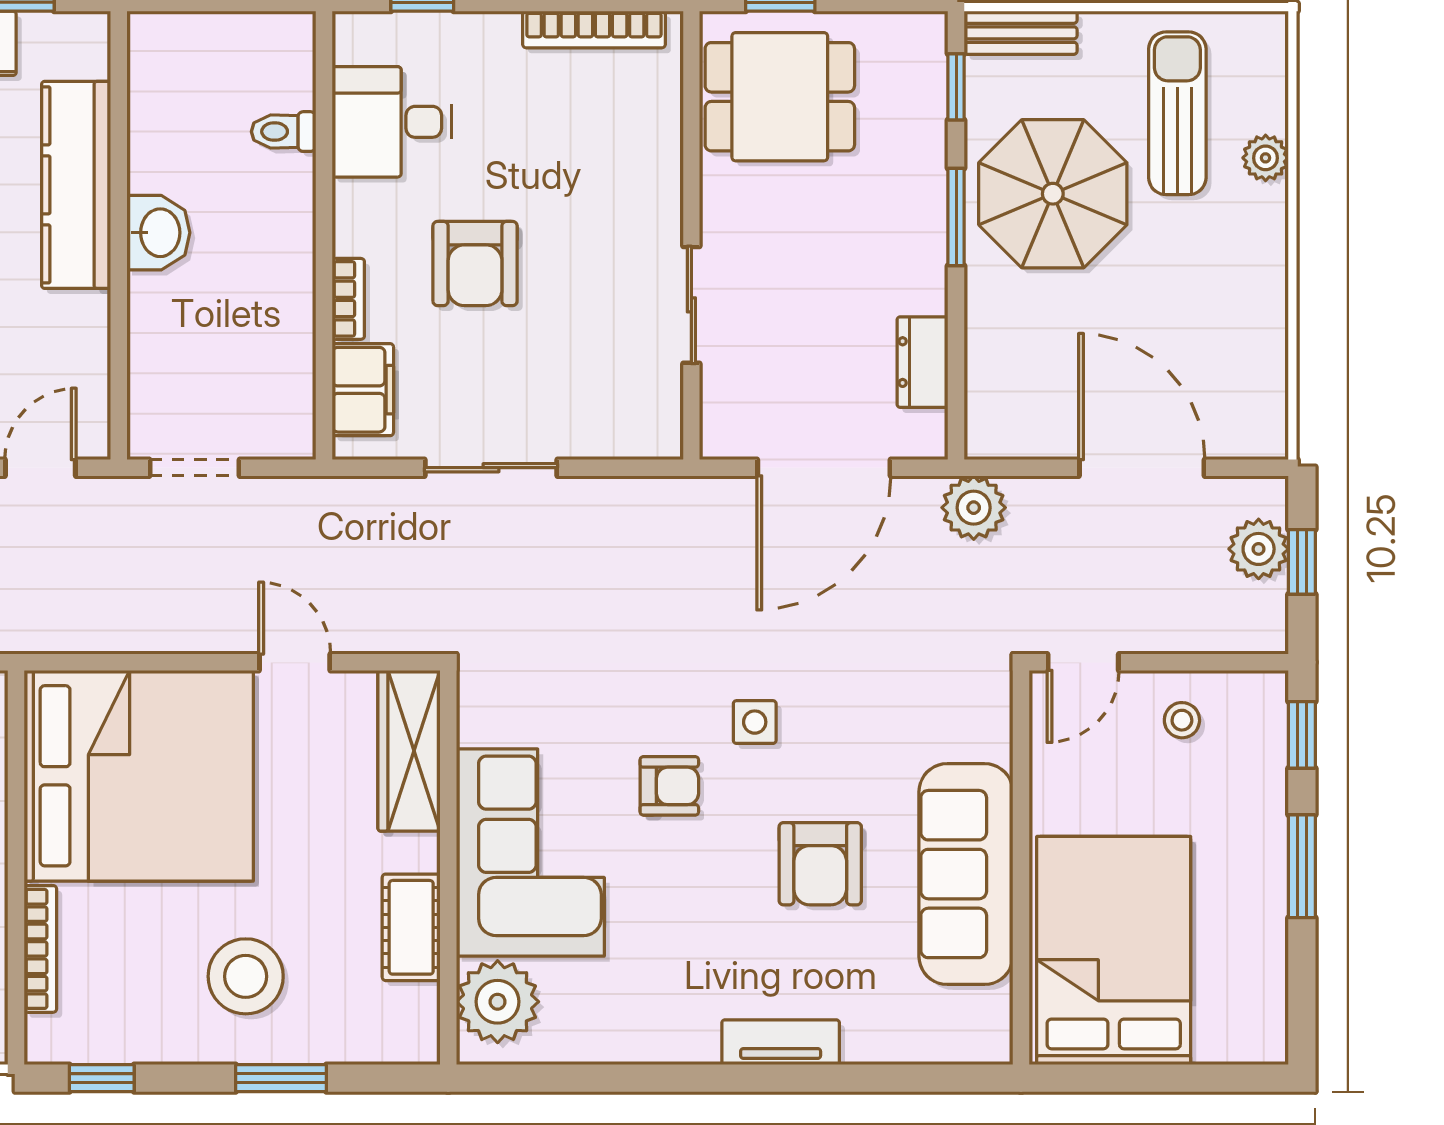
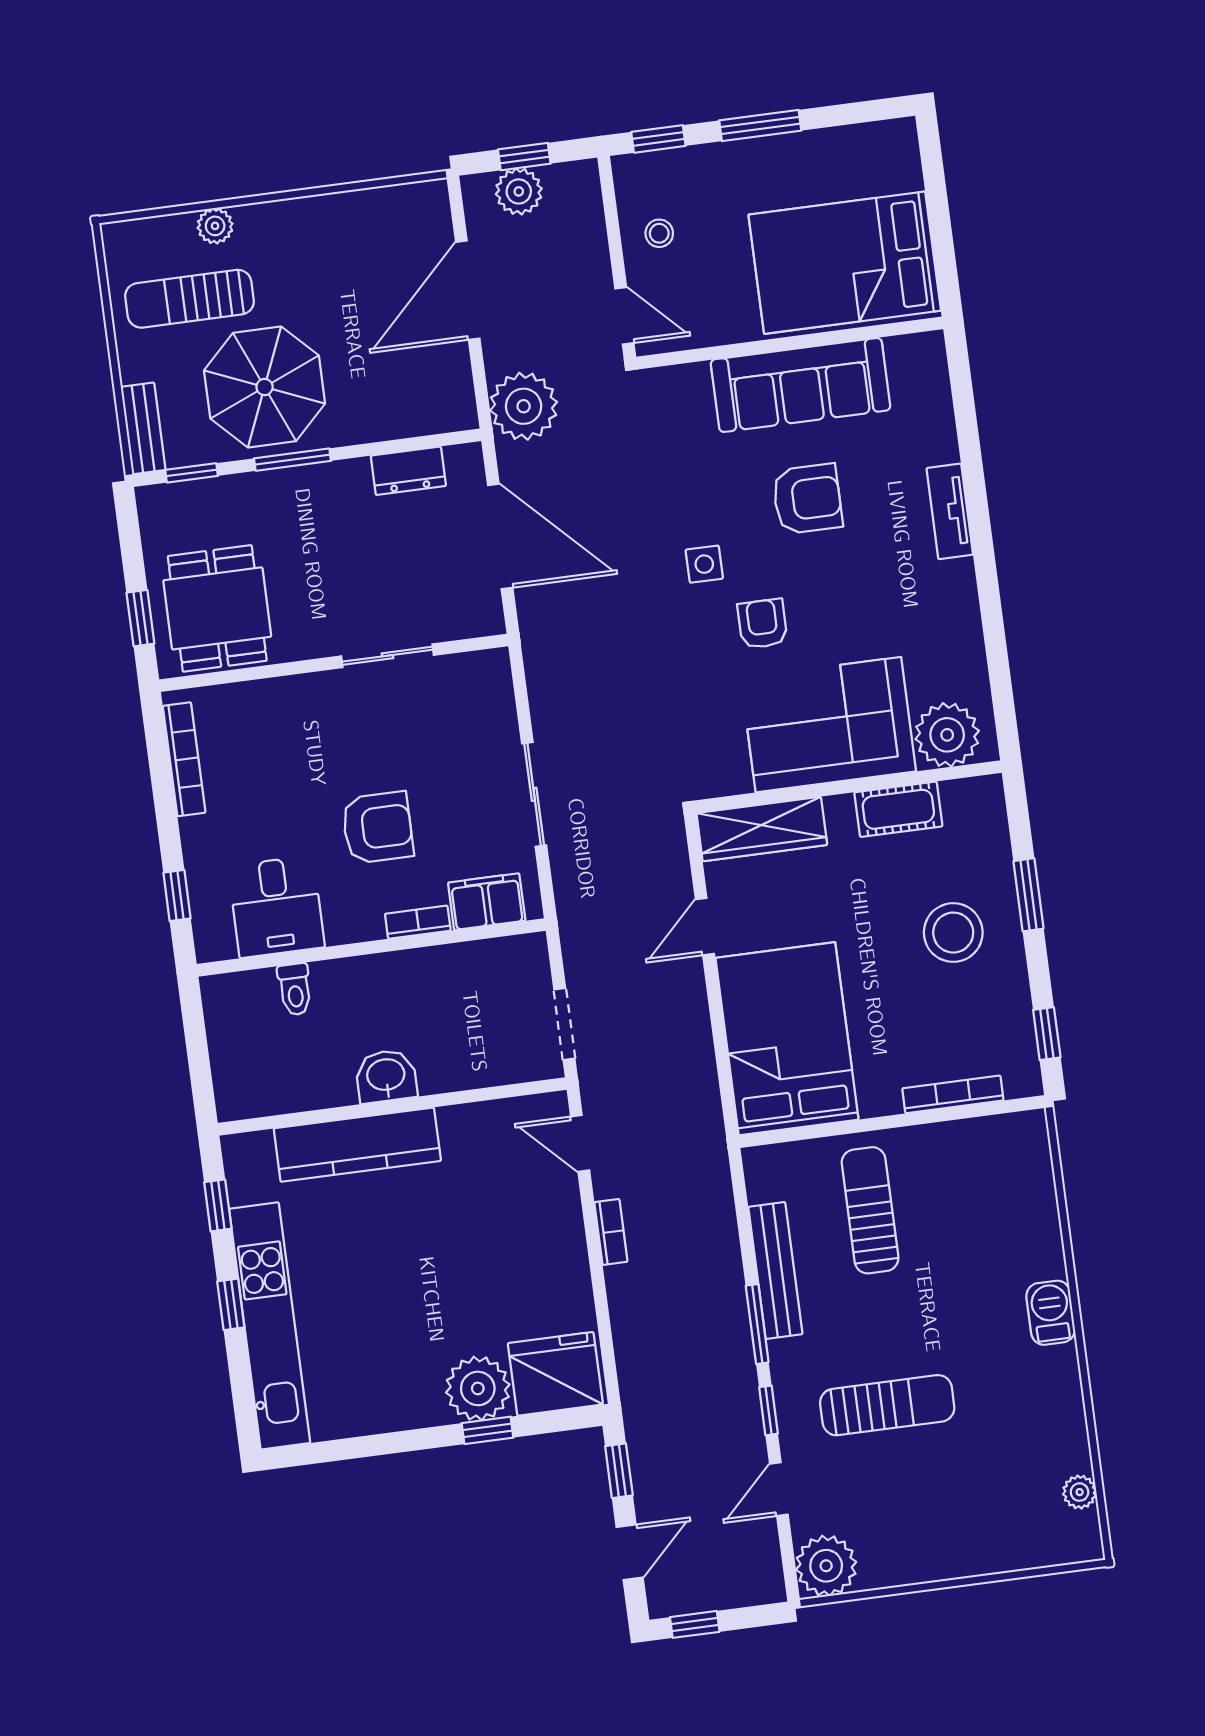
plant: (974, 508) -> (524, 406), width x1.36, depth x1.36
bed: (139, 776) -> (787, 1039), width x0.73

